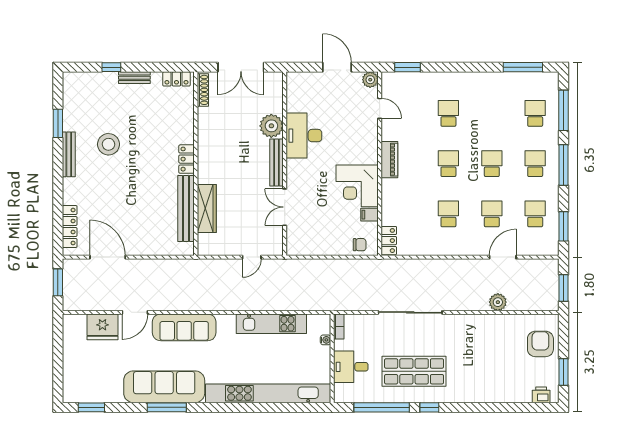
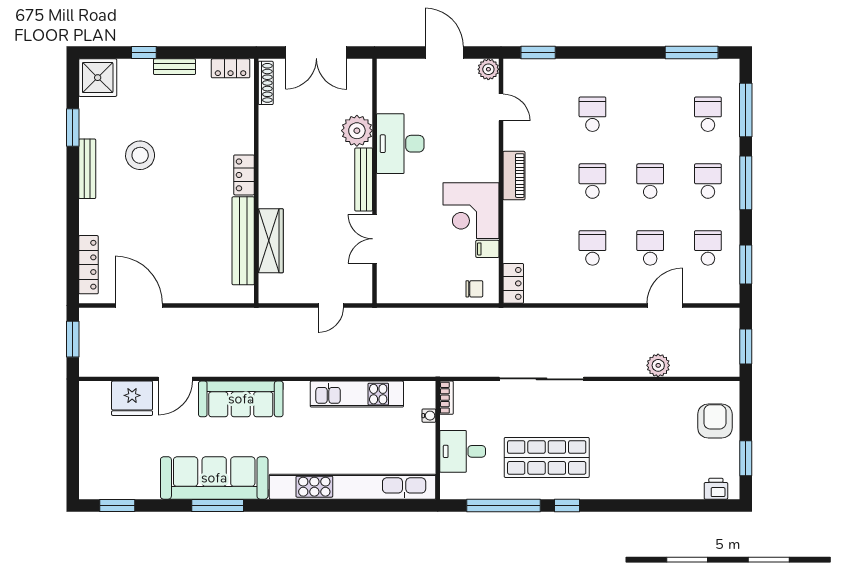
shower: (77, 86) -> (98, 78), added

